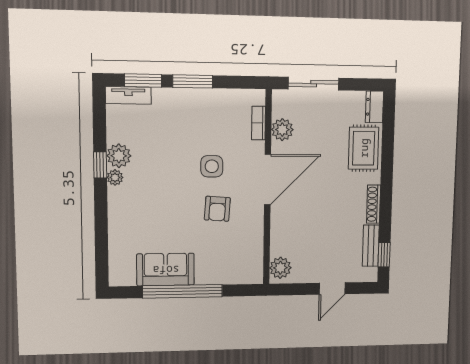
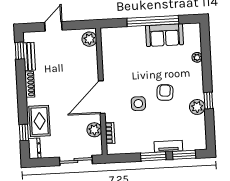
tv unit: (128, 95) -> (168, 146), moved
window: (388, 132) -> (24, 132), added
plant: (115, 177) -> (197, 57), moved
armchair: (217, 209) -> (165, 93), moved

